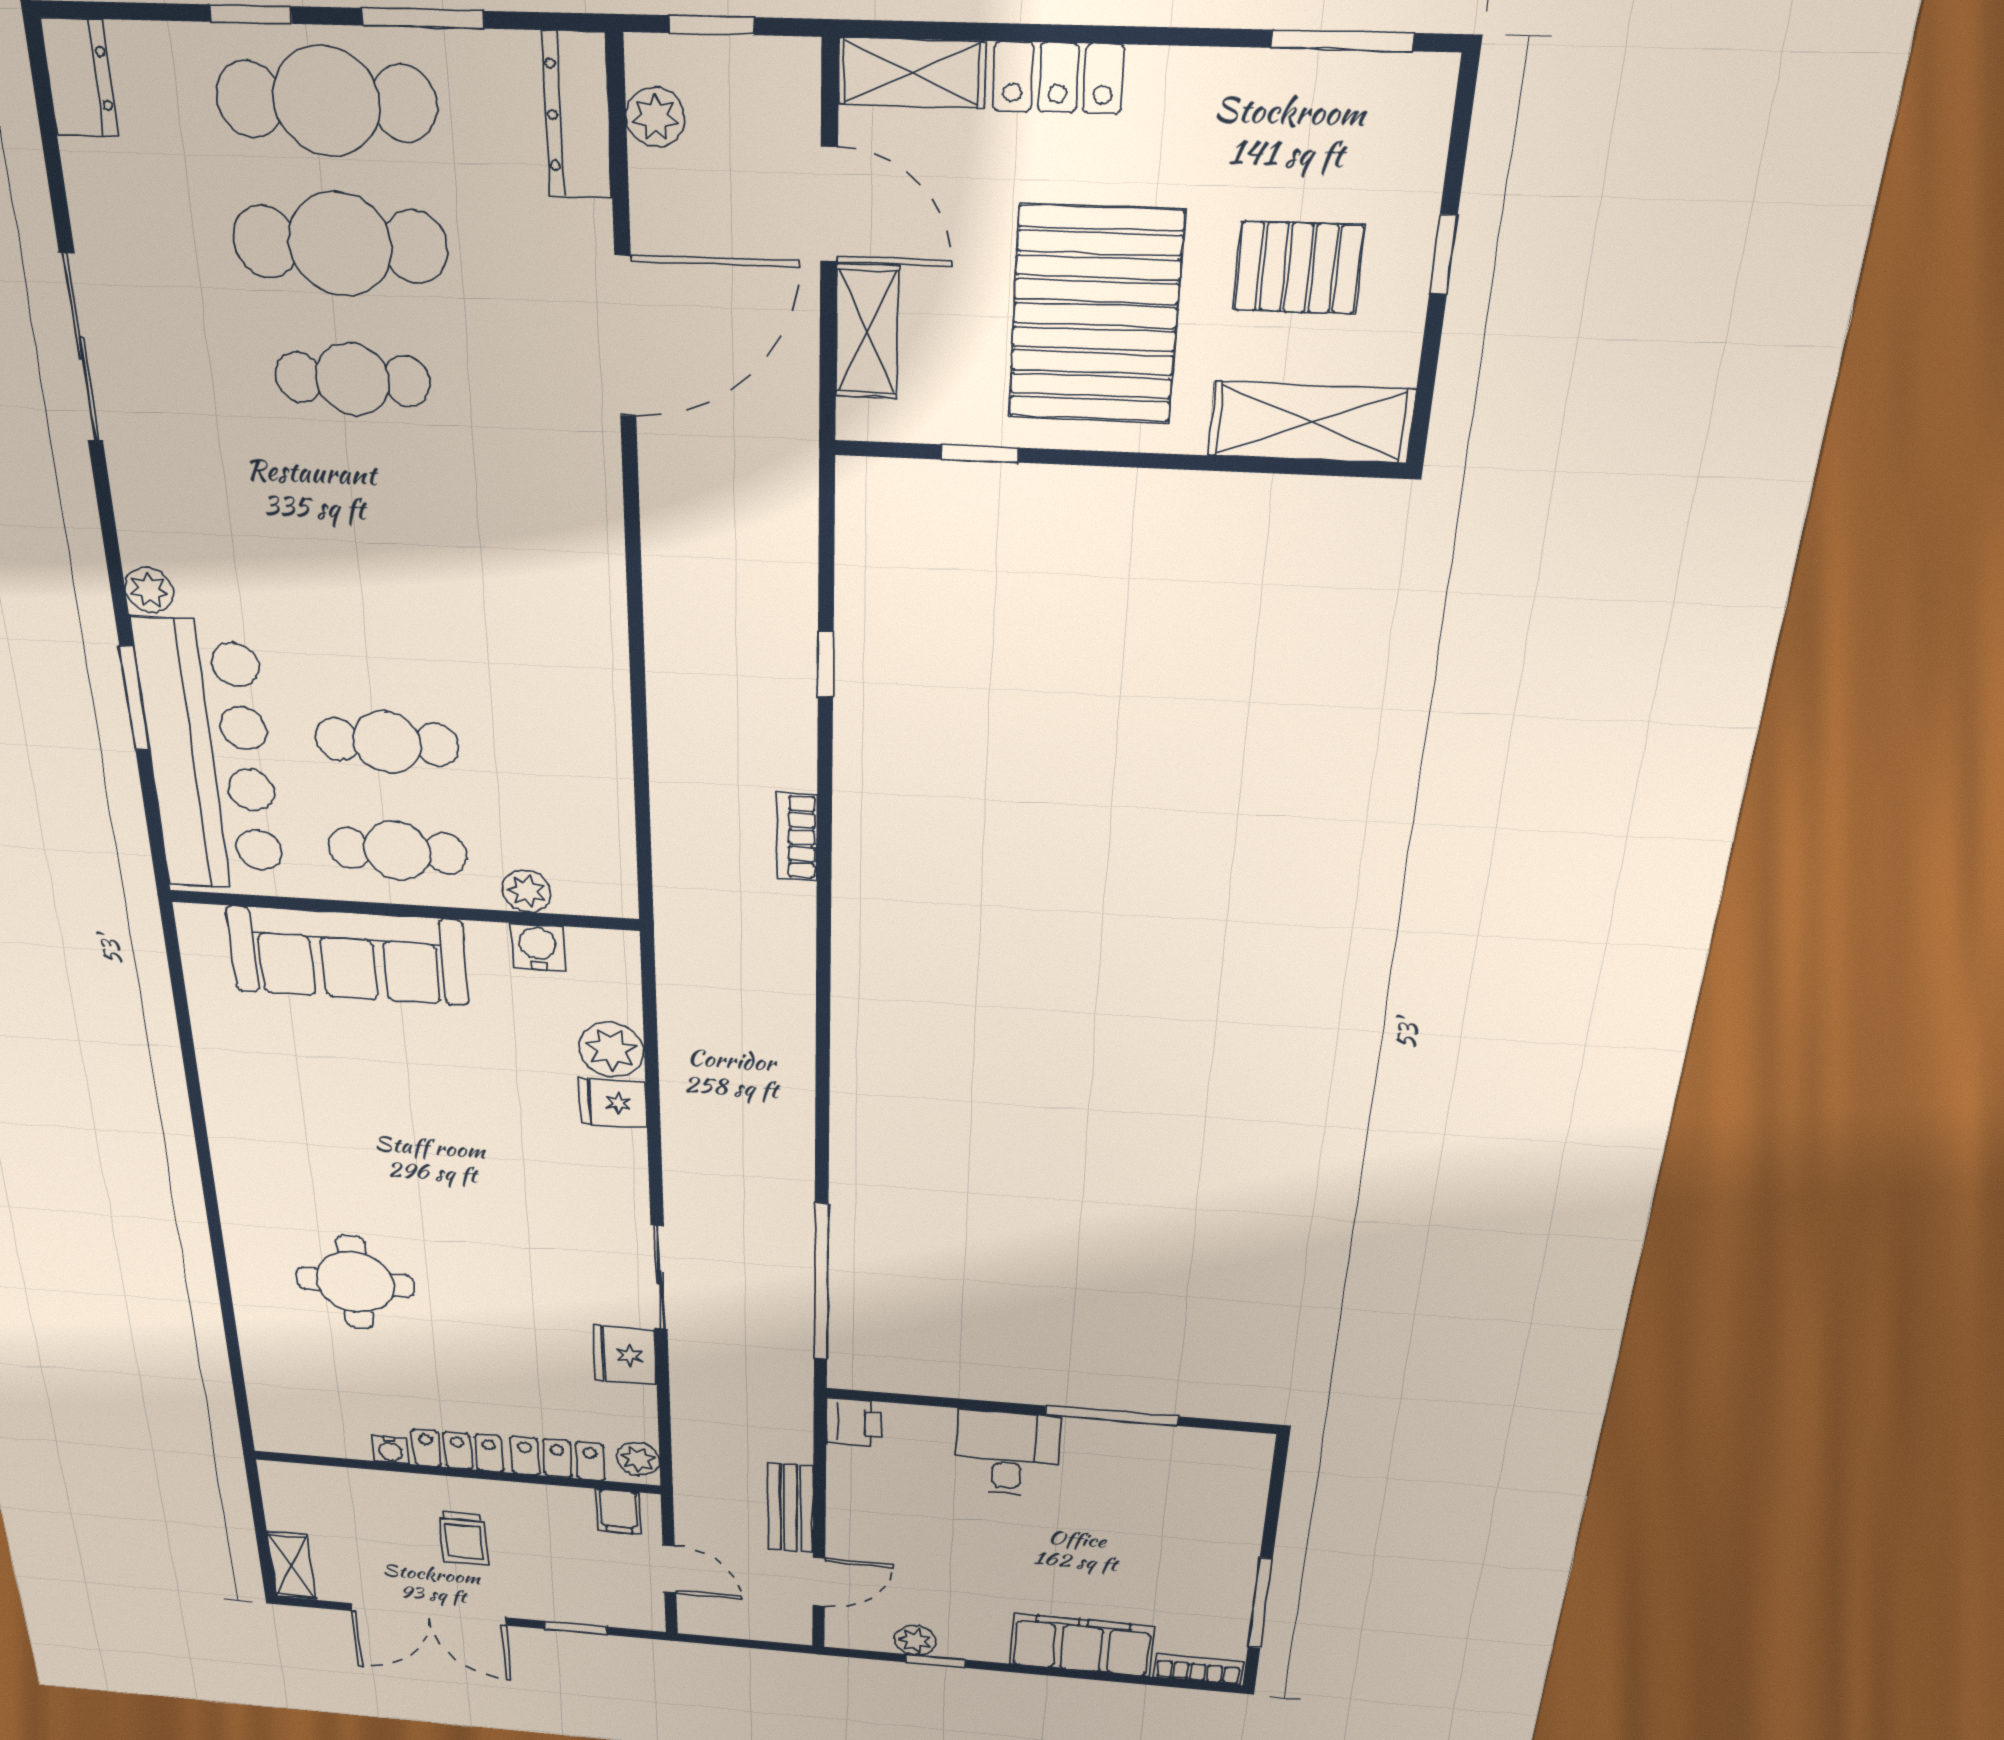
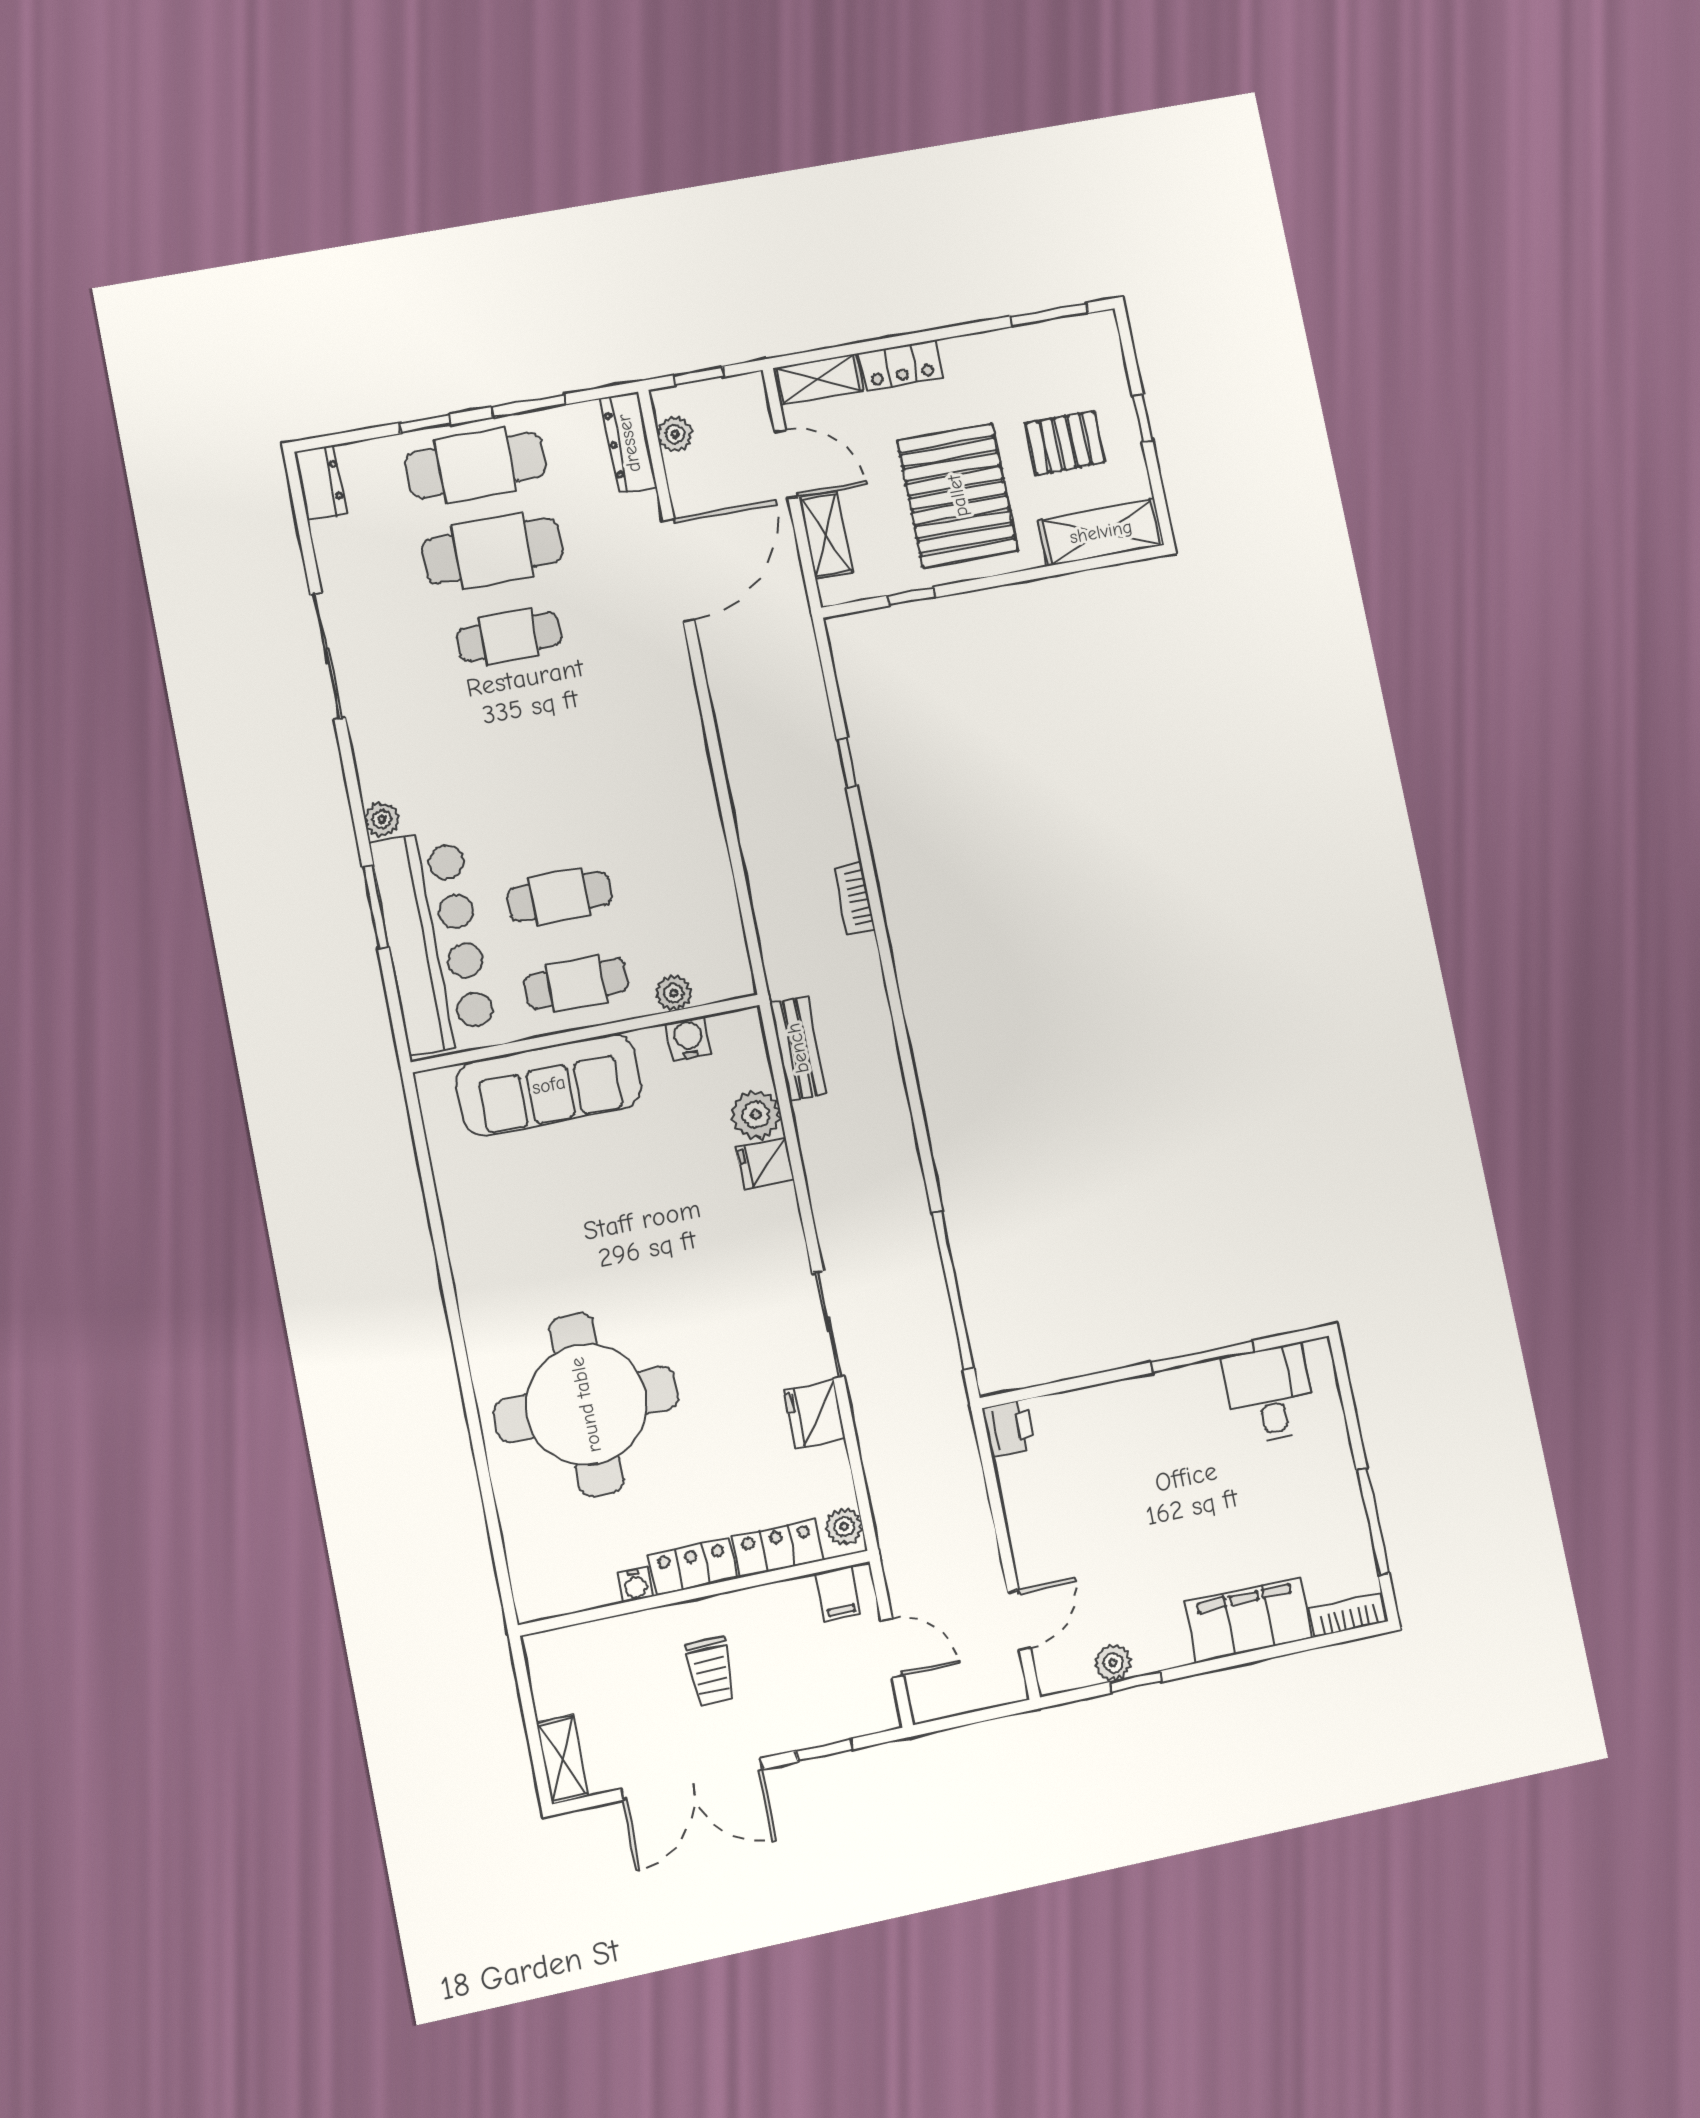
round table: (355, 1282) -> (586, 1405), width x1.86, depth x1.86
desk: (1007, 1453) -> (1270, 1394), moved
bench: (791, 1508) -> (798, 1048), moved

